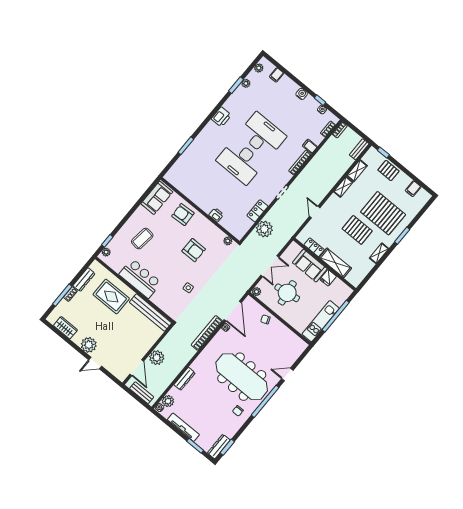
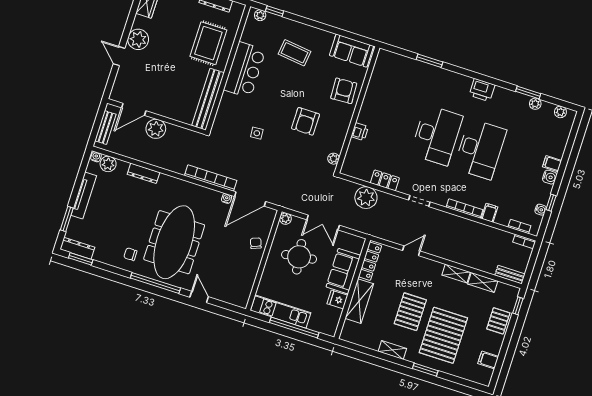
filing cabinet: (277, 75) -> (552, 164), moved
desk: (240, 162) -> (437, 135), turned 180
locker: (314, 247) -> (370, 261), width x1.53

